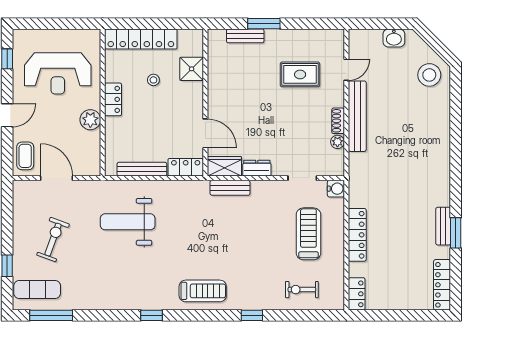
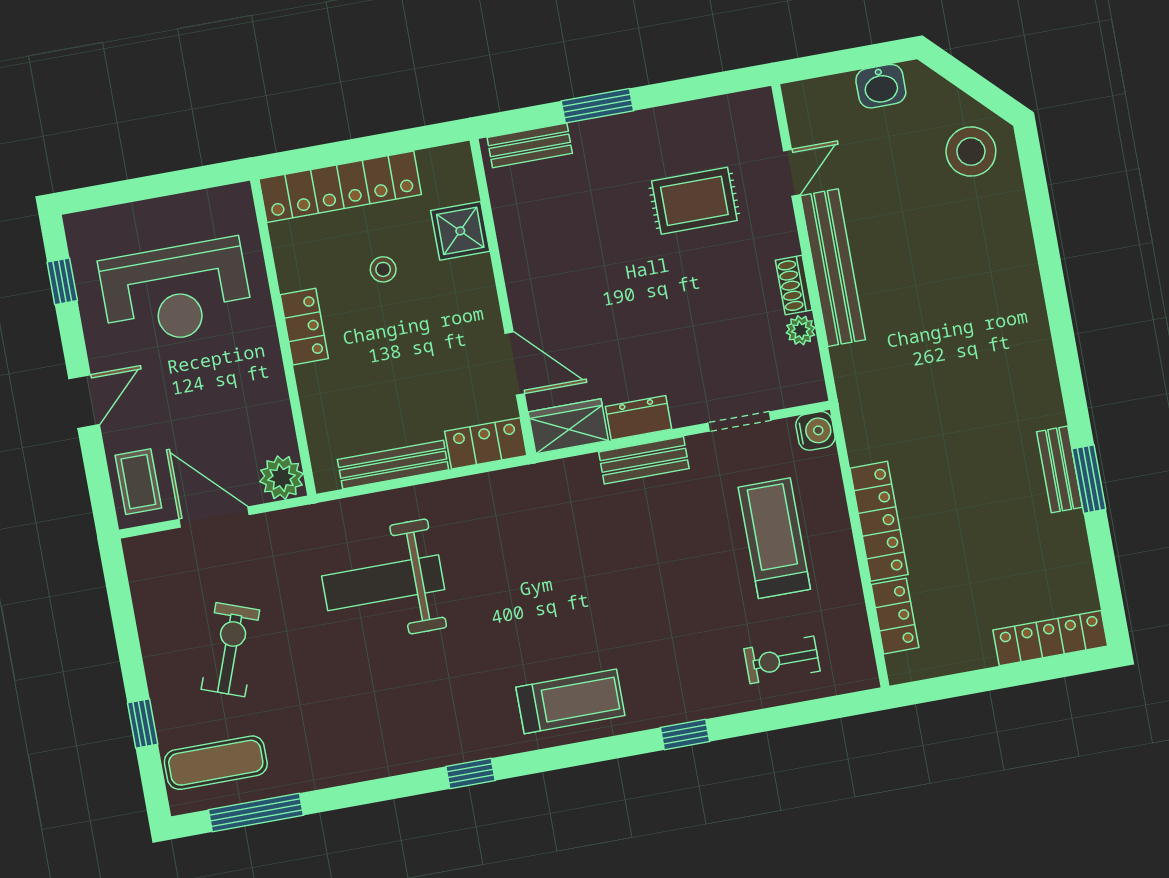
bench: (245, 36) -> (530, 145), moved
plant: (90, 120) -> (281, 478), moved
bench: (230, 188) -> (644, 460), moved
locker: (442, 285) -> (1050, 638), moved, turned 90
locker: (357, 294) -> (895, 616), moved

